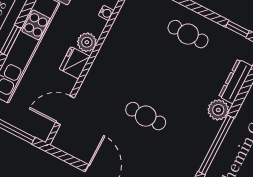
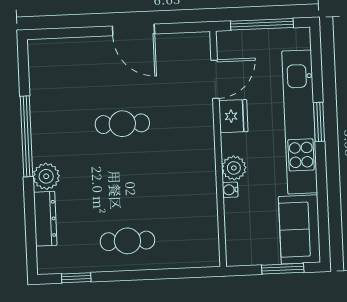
water cooler: (106, 13) -> (230, 190), moved
fridge: (75, 63) -> (233, 116), moved

